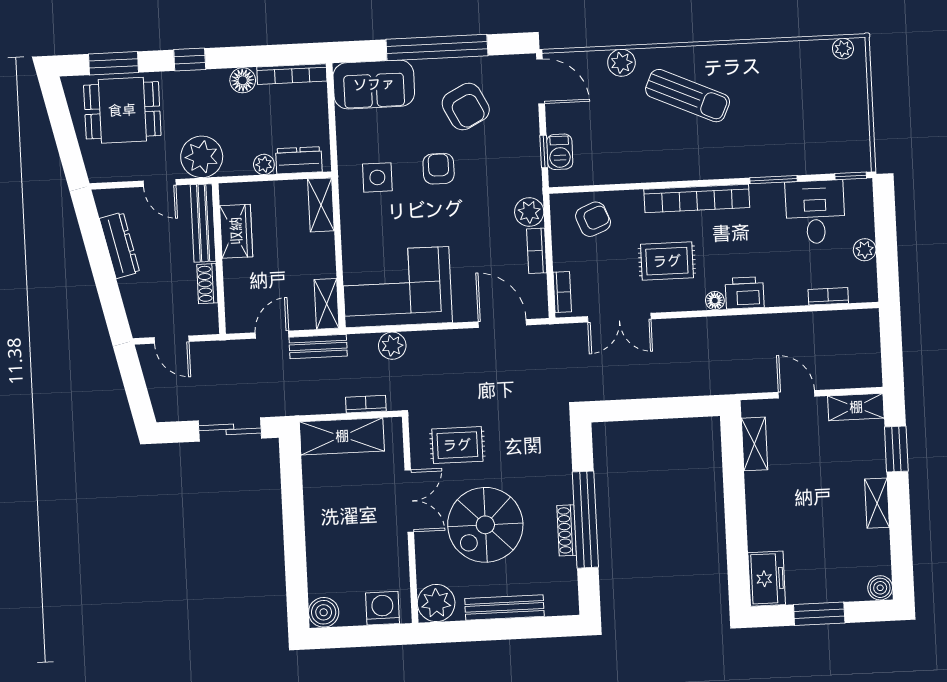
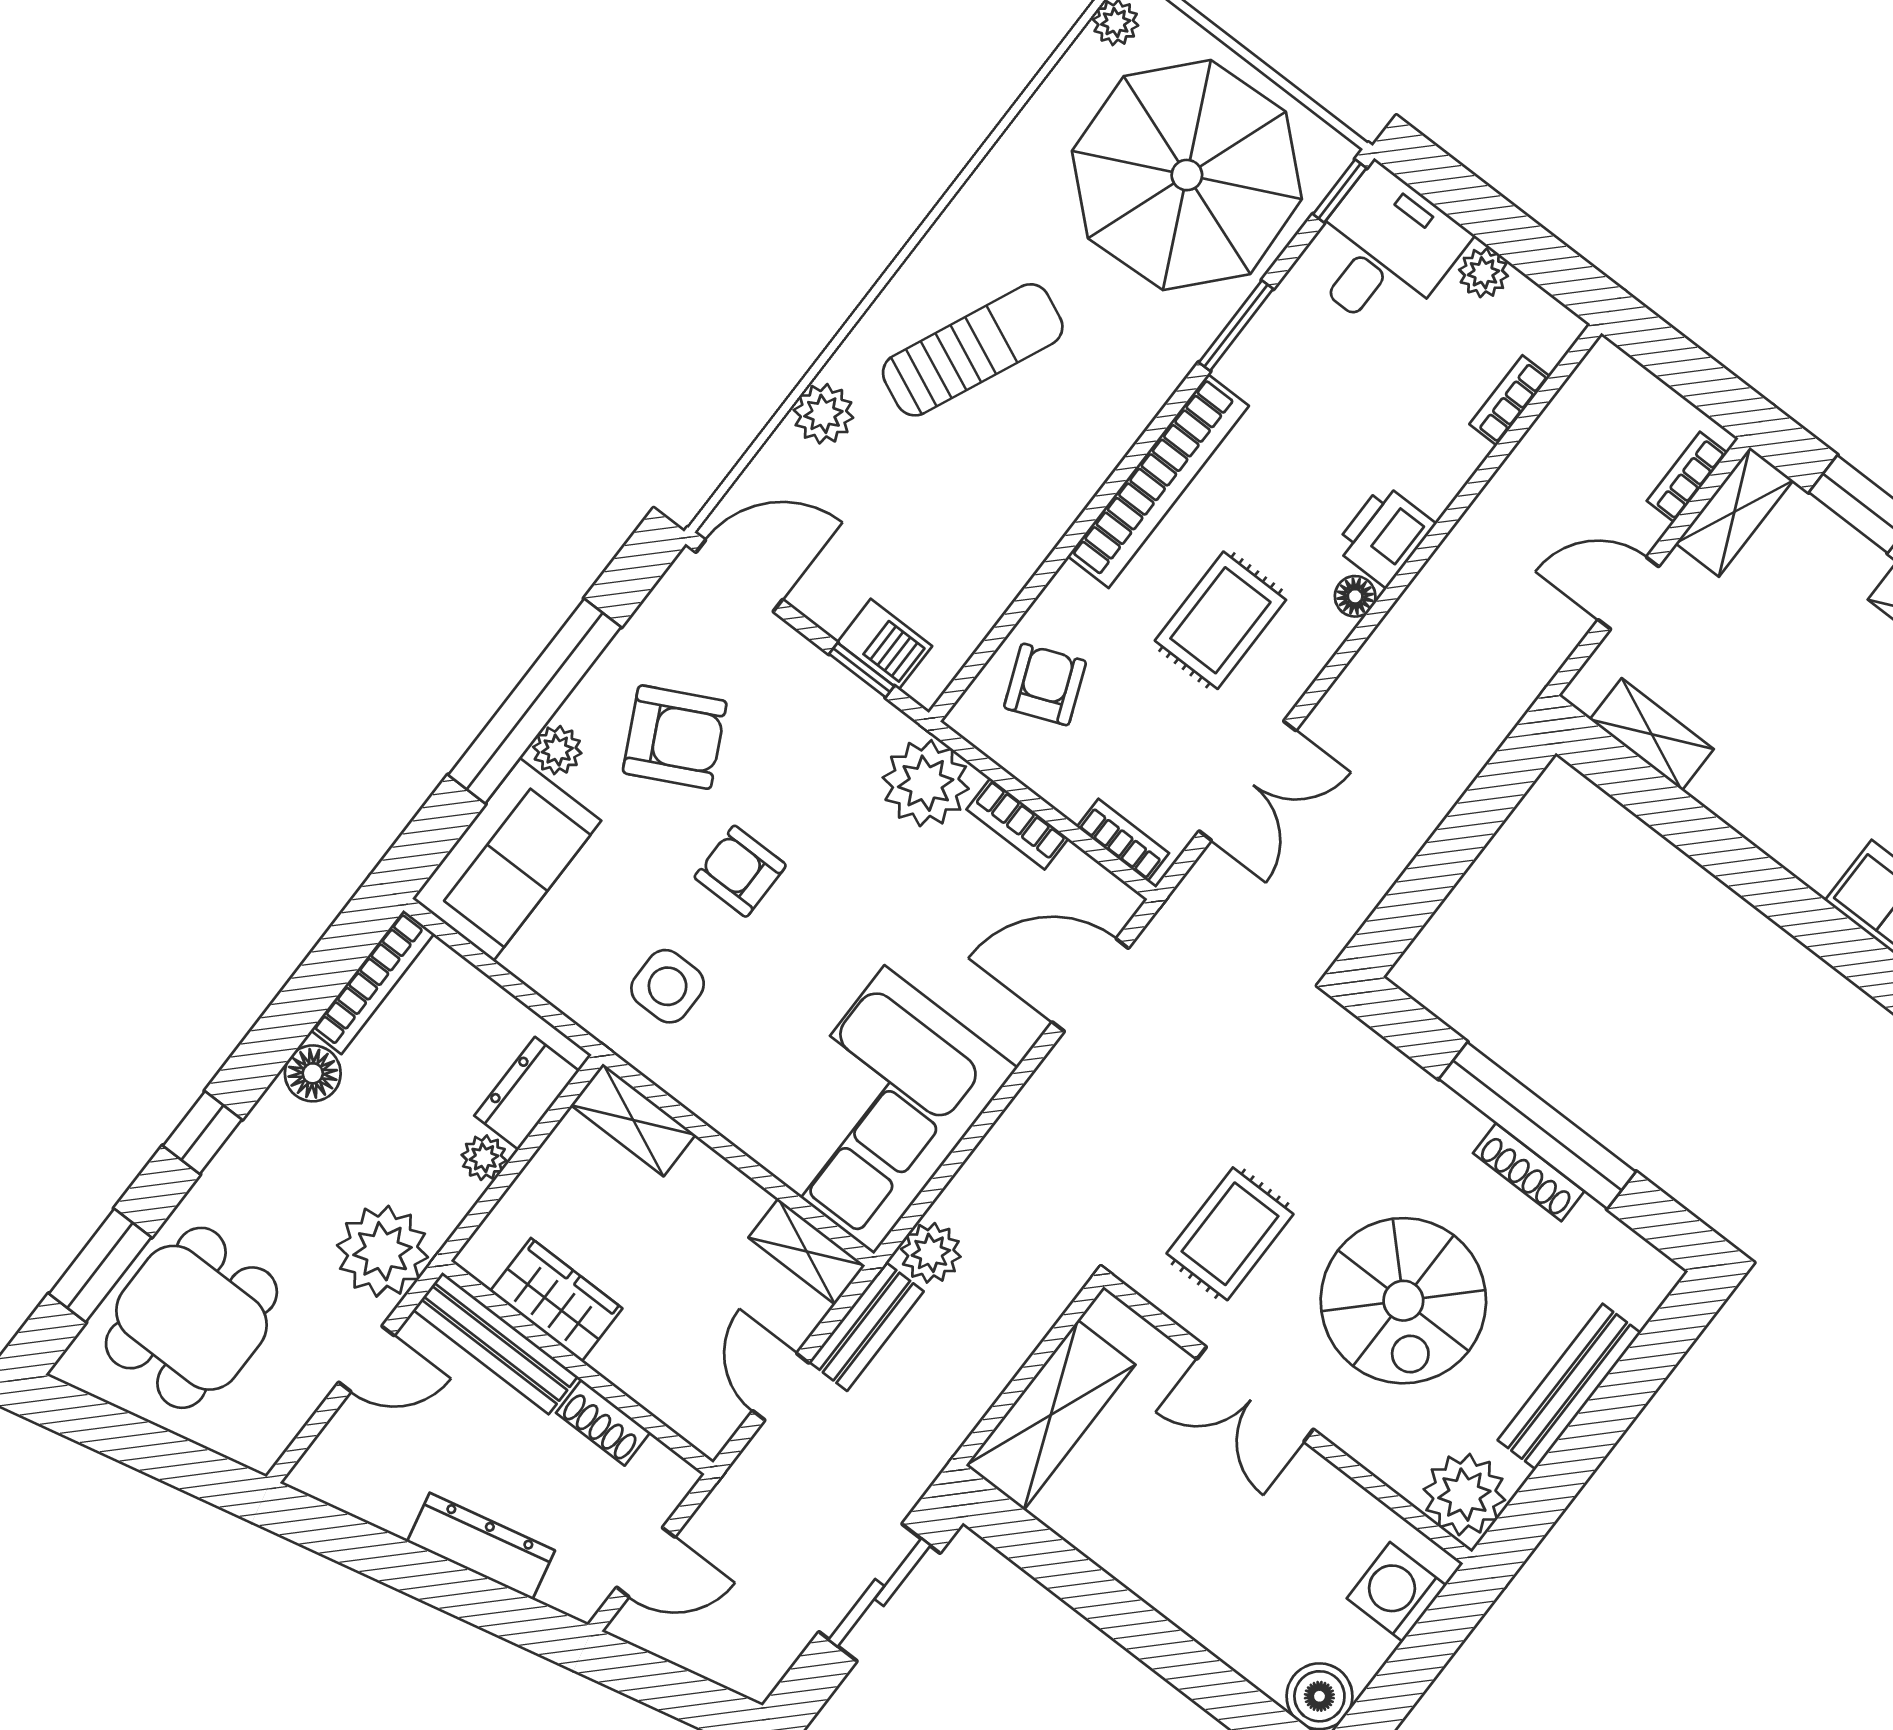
plant: (427, 70) -> (557, 750), added
parasol: (811, 118) -> (1187, 175), added
plant: (529, 212) -> (926, 783), width x1.36, depth x1.36
desk: (815, 212) -> (1383, 251), moved, turned 90
dresser: (120, 245) -> (481, 1546), moved
plant: (392, 346) -> (931, 1253), moved
bookcase: (366, 404) -> (1687, 477), moved
double door: (409, 501) -> (1255, 1394), swing flipped

